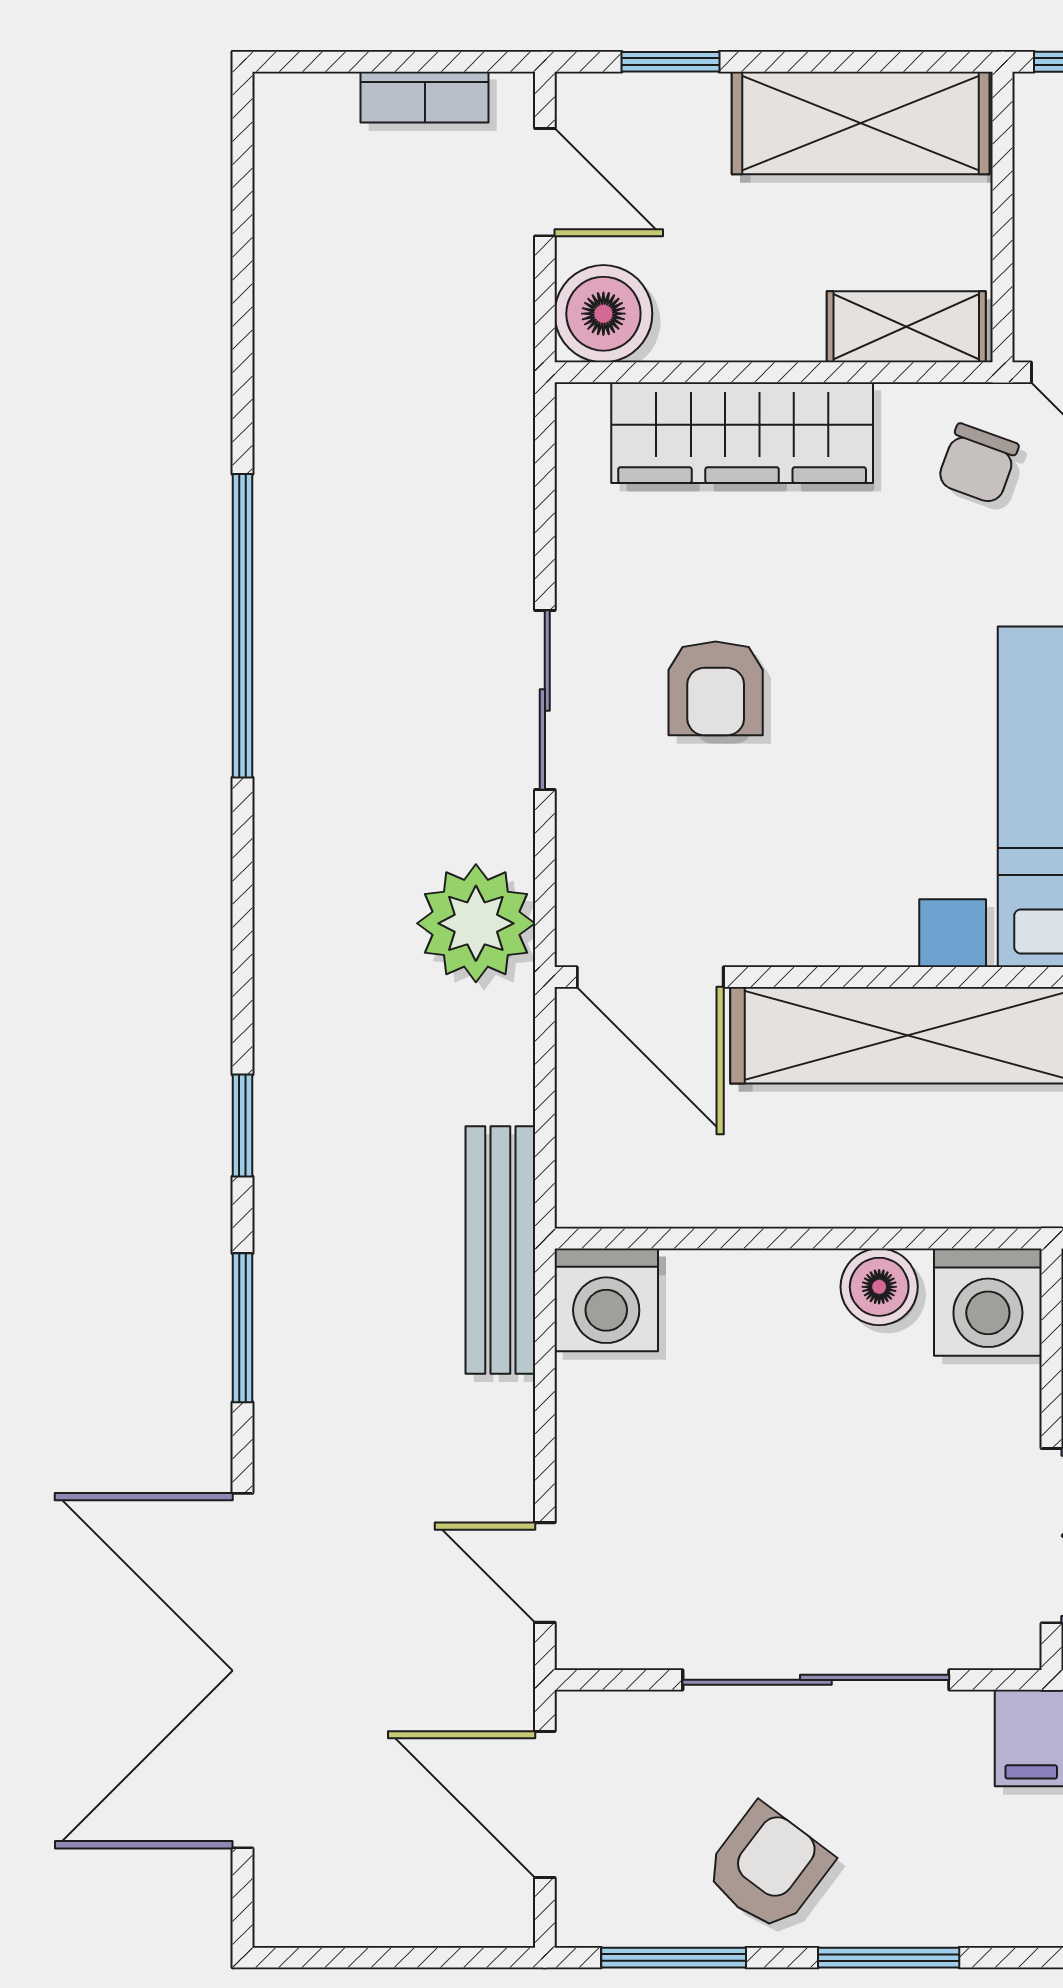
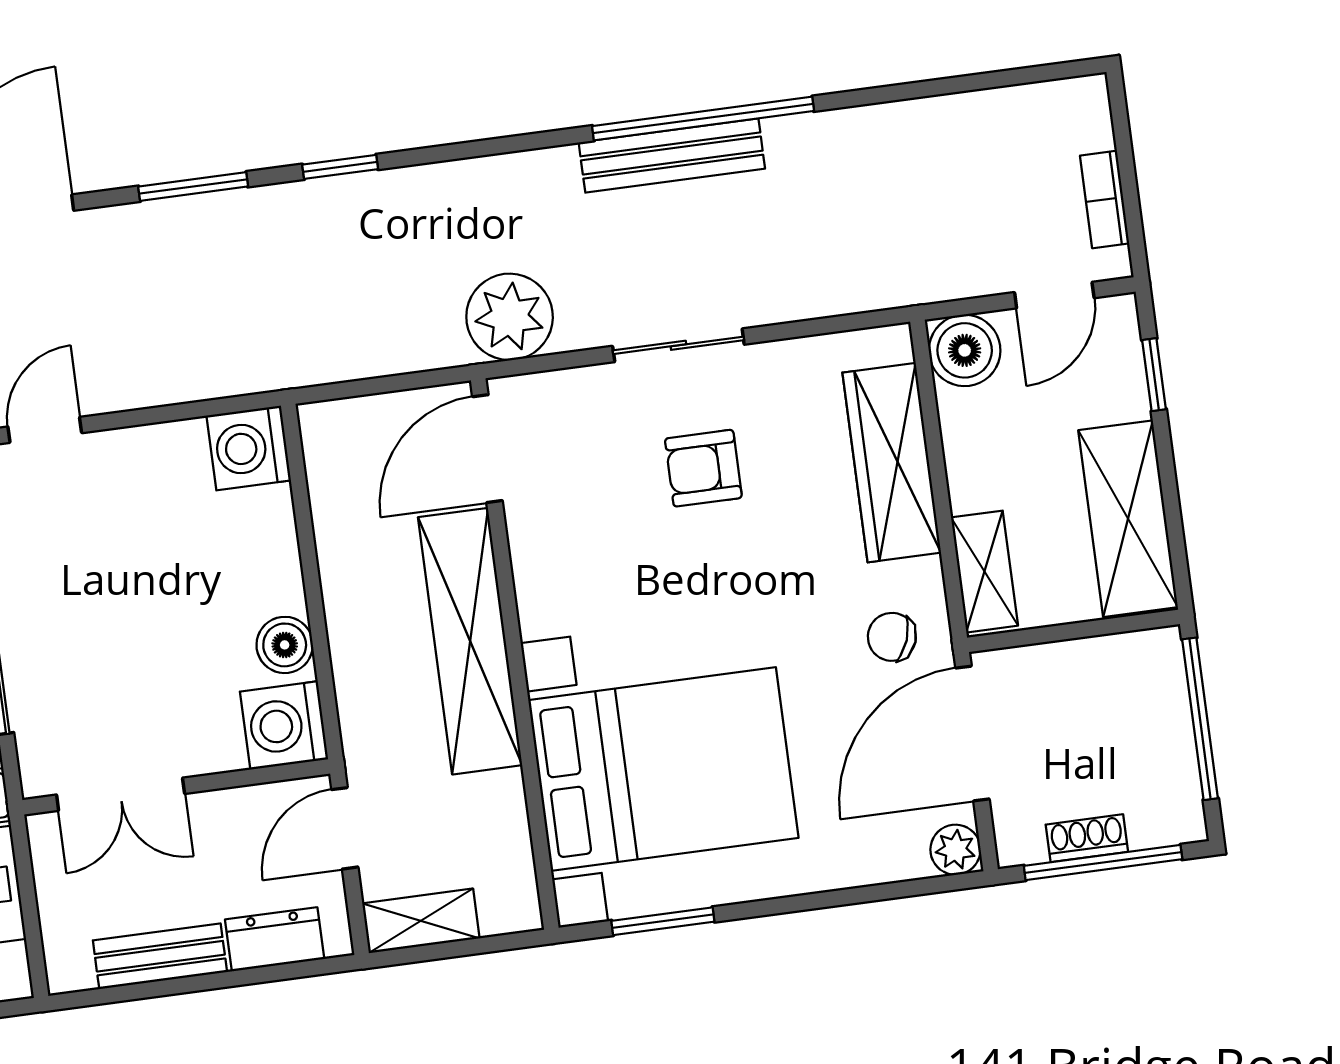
bench: (500, 1250) -> (672, 156), moved

